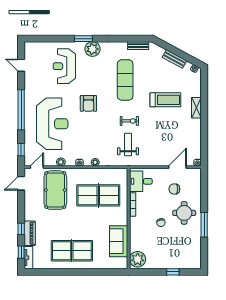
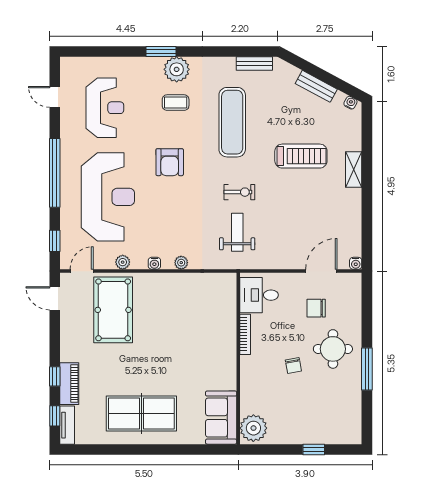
reception desk: (64, 66) -> (105, 108), moved, turned 180
coffee table: (92, 69) -> (176, 103), added
door: (21, 183) -> (55, 298), hinge flipped
table tennis table: (98, 195) -> (186, 319), removed
sofa: (119, 241) -> (221, 418), moved

